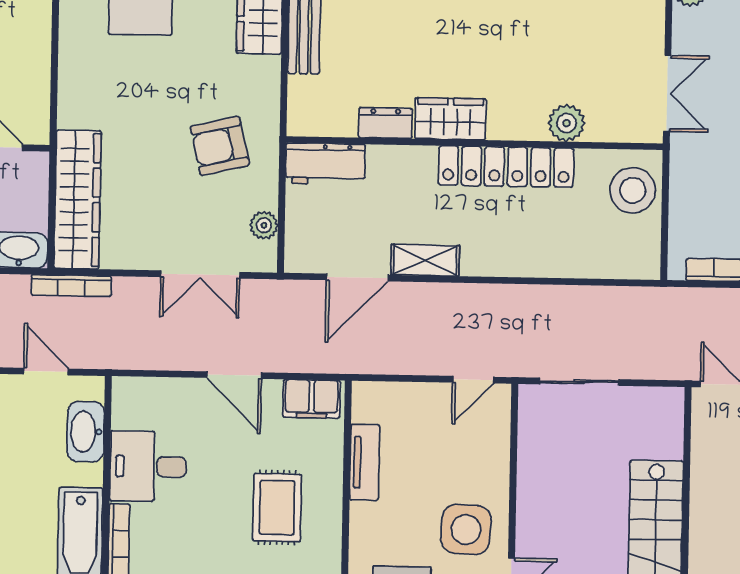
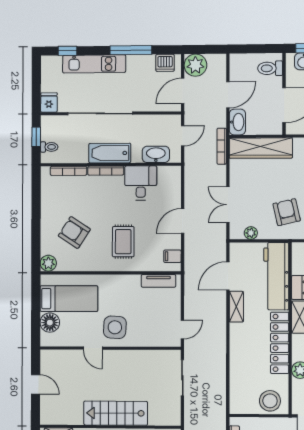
workbench: (325, 164) -> (276, 276), width x1.88, depth x1.32
door: (357, 277) -> (228, 276), hinge flipped
door: (473, 380) -> (182, 329), swing flipped
filing cabinet: (312, 399) -> (172, 256), width x0.50
tv unit: (365, 462) -> (158, 281), moved
rug: (277, 508) -> (123, 242), turned 90

